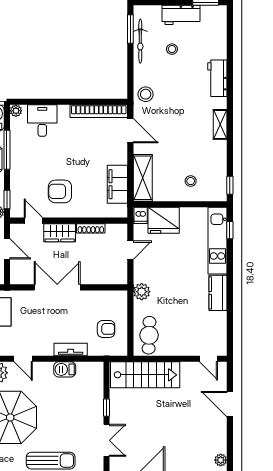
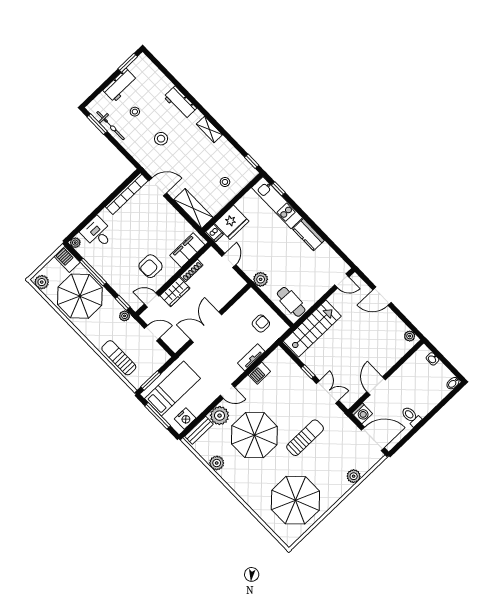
stool: (146, 94) -> (161, 139), moved
filing cabinet: (117, 184) -> (187, 250), moved, turned 90

